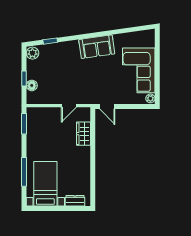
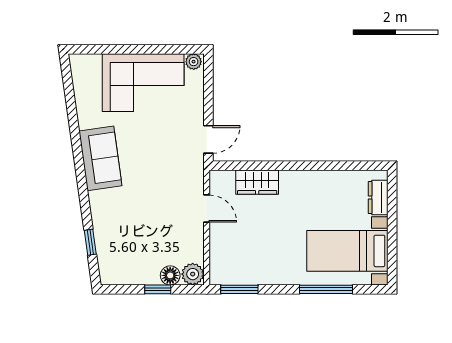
plant: (32, 53) -> (193, 274), moved

